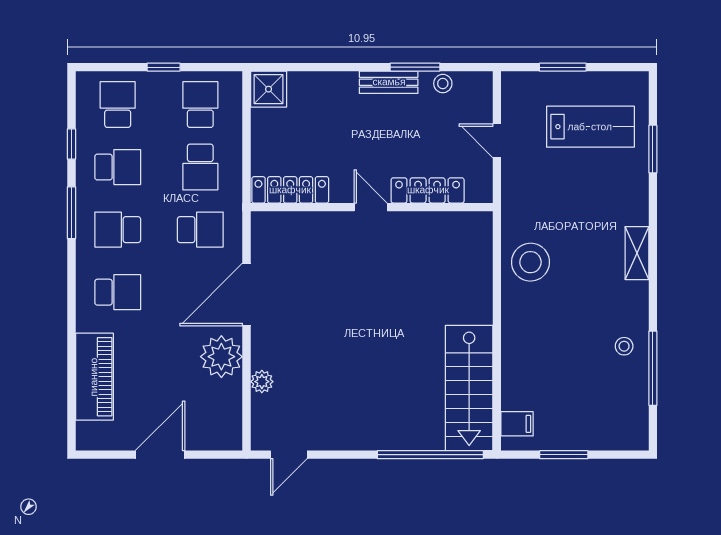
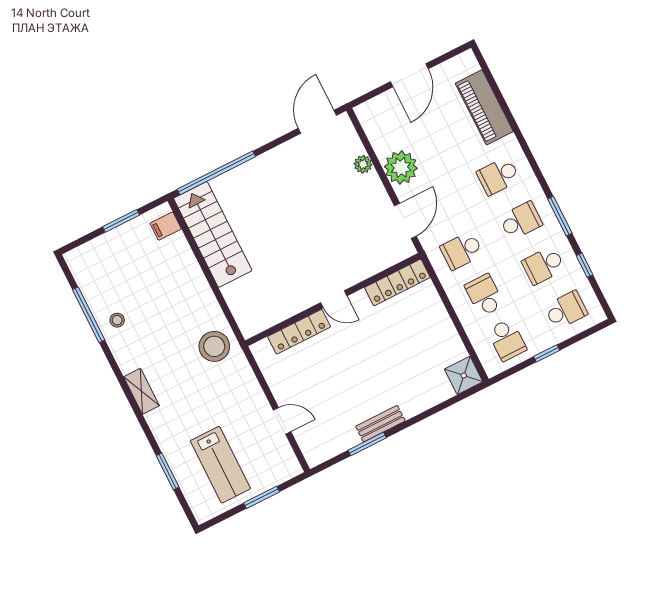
stool: (443, 84) -> (341, 442), removed
school desk: (118, 105) -> (566, 310), turned -90
lab bench: (590, 127) -> (220, 465), turned -90
locker: (290, 190) -> (397, 282), moved
locker: (428, 190) -> (299, 332), moved
door: (371, 207) -> (334, 299), moved
wall: (372, 207) -> (333, 300), moved
door: (246, 294) -> (405, 221), width x0.73
door: (289, 455) -> (317, 122), width x1.38

